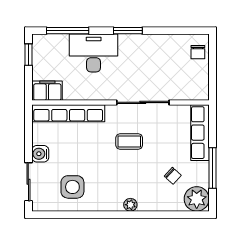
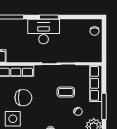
desk: (94, 53) -> (44, 32), moved
coffee table: (129, 142) -> (66, 92), moved
chair: (89, 155) -> (23, 98), added

